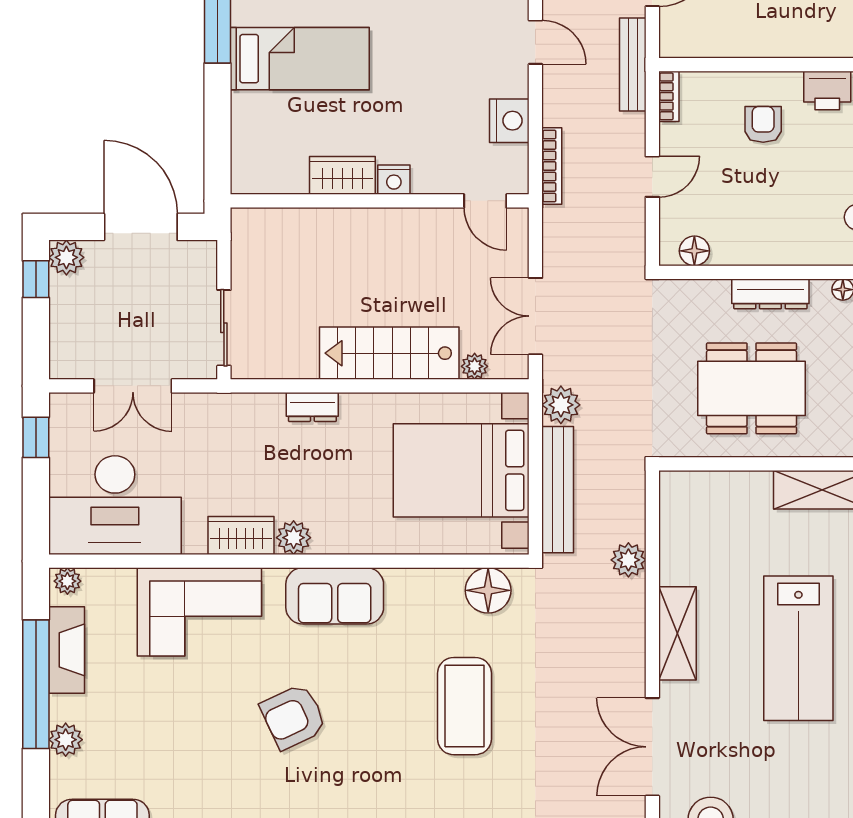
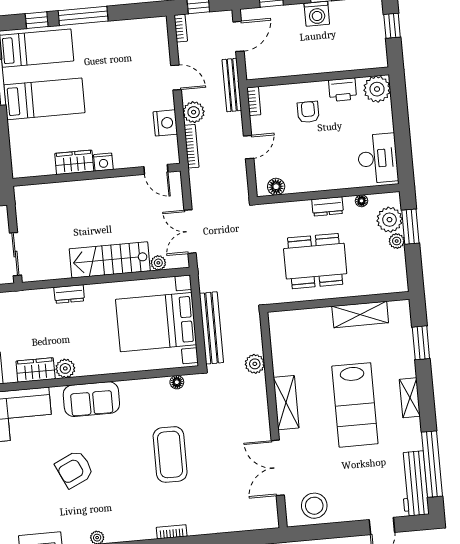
dresser: (770, 294) -> (328, 206), width x0.70
plant: (561, 405) -> (194, 112), moved
floor lamp: (488, 590) -> (177, 382), width x0.53, depth x0.53

